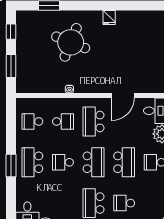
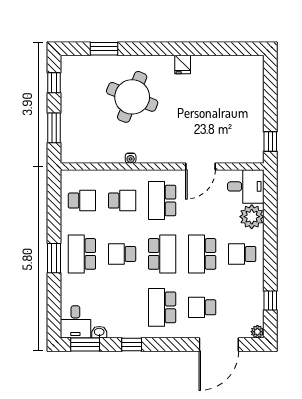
school desk: (32, 121) -> (82, 201), turned 180
school desk: (124, 162) -> (202, 254), turned 180

